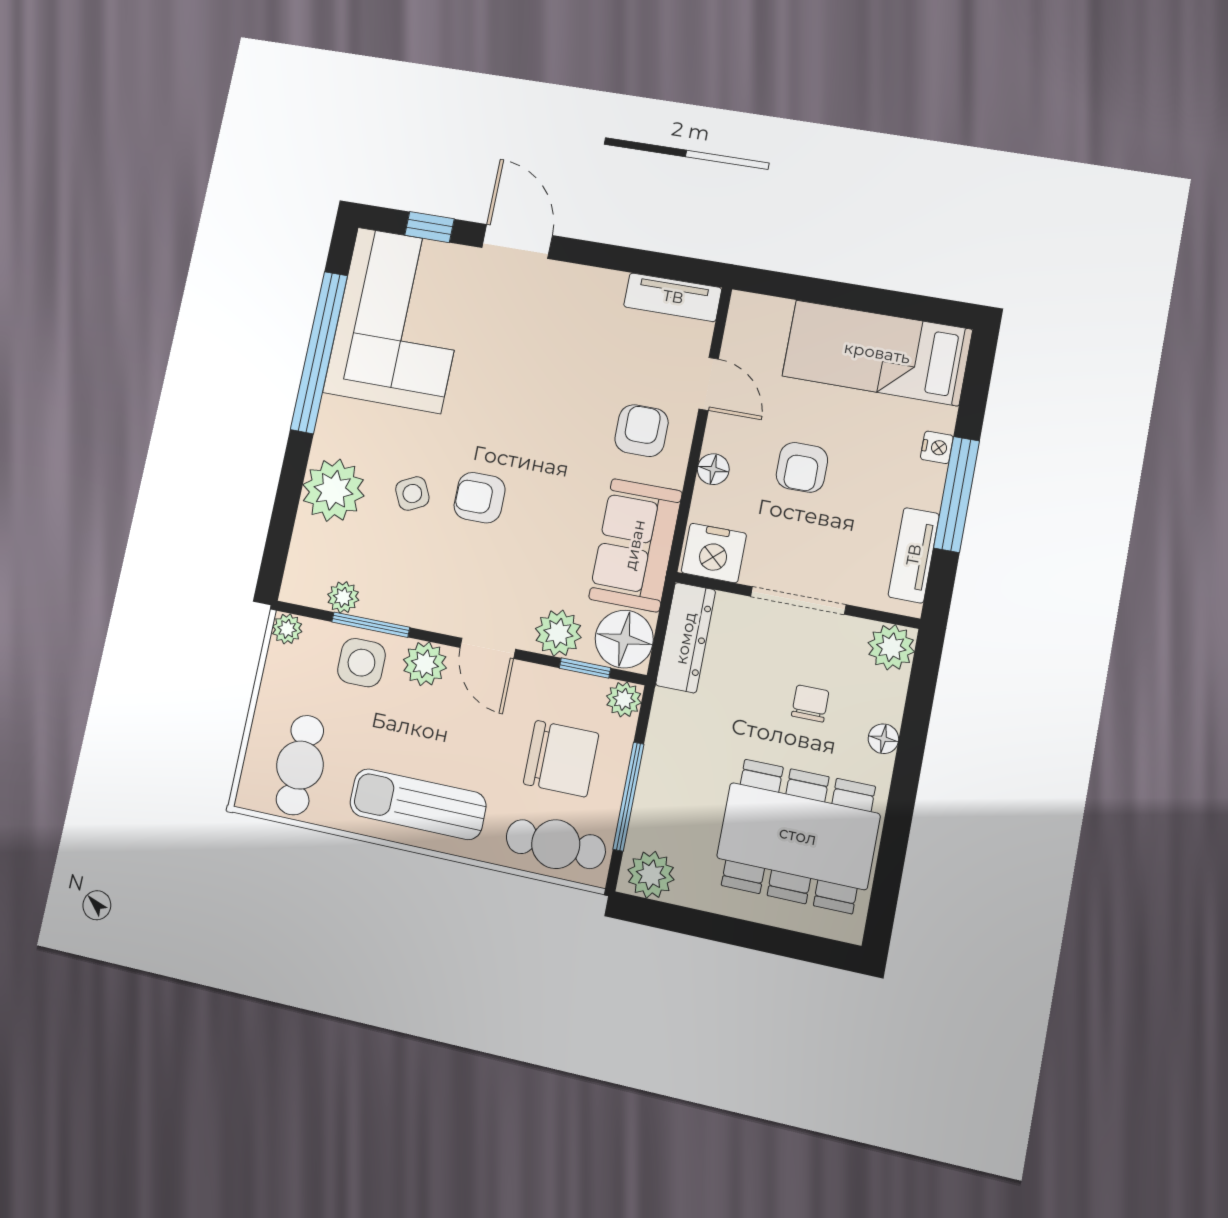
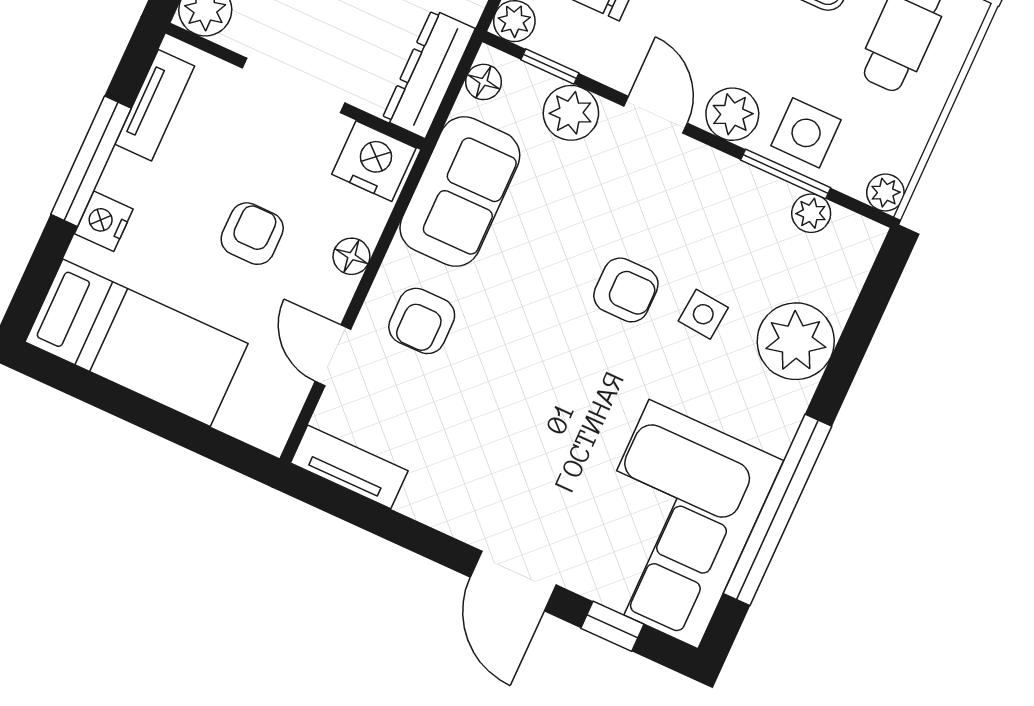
nightstand: (937, 447) -> (104, 221), width x1.39, depth x1.35
side table: (412, 494) -> (703, 314), turned 31
floor lamp: (624, 639) -> (484, 82), width x0.53, depth x0.53

